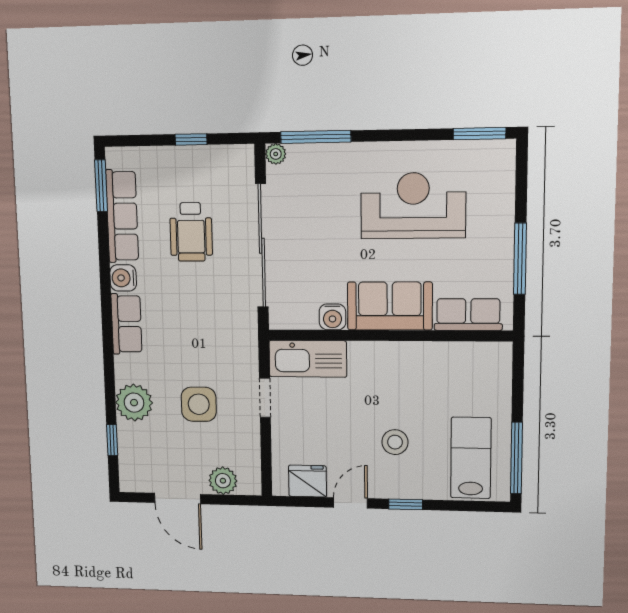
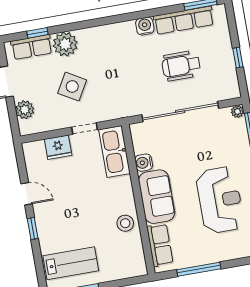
row of seats: (126, 324) -> (32, 47), moved
side table: (199, 404) -> (72, 87), turned 30
stool: (395, 442) -> (125, 223), moved
fridge: (307, 481) -> (58, 147), moved, turned 90

